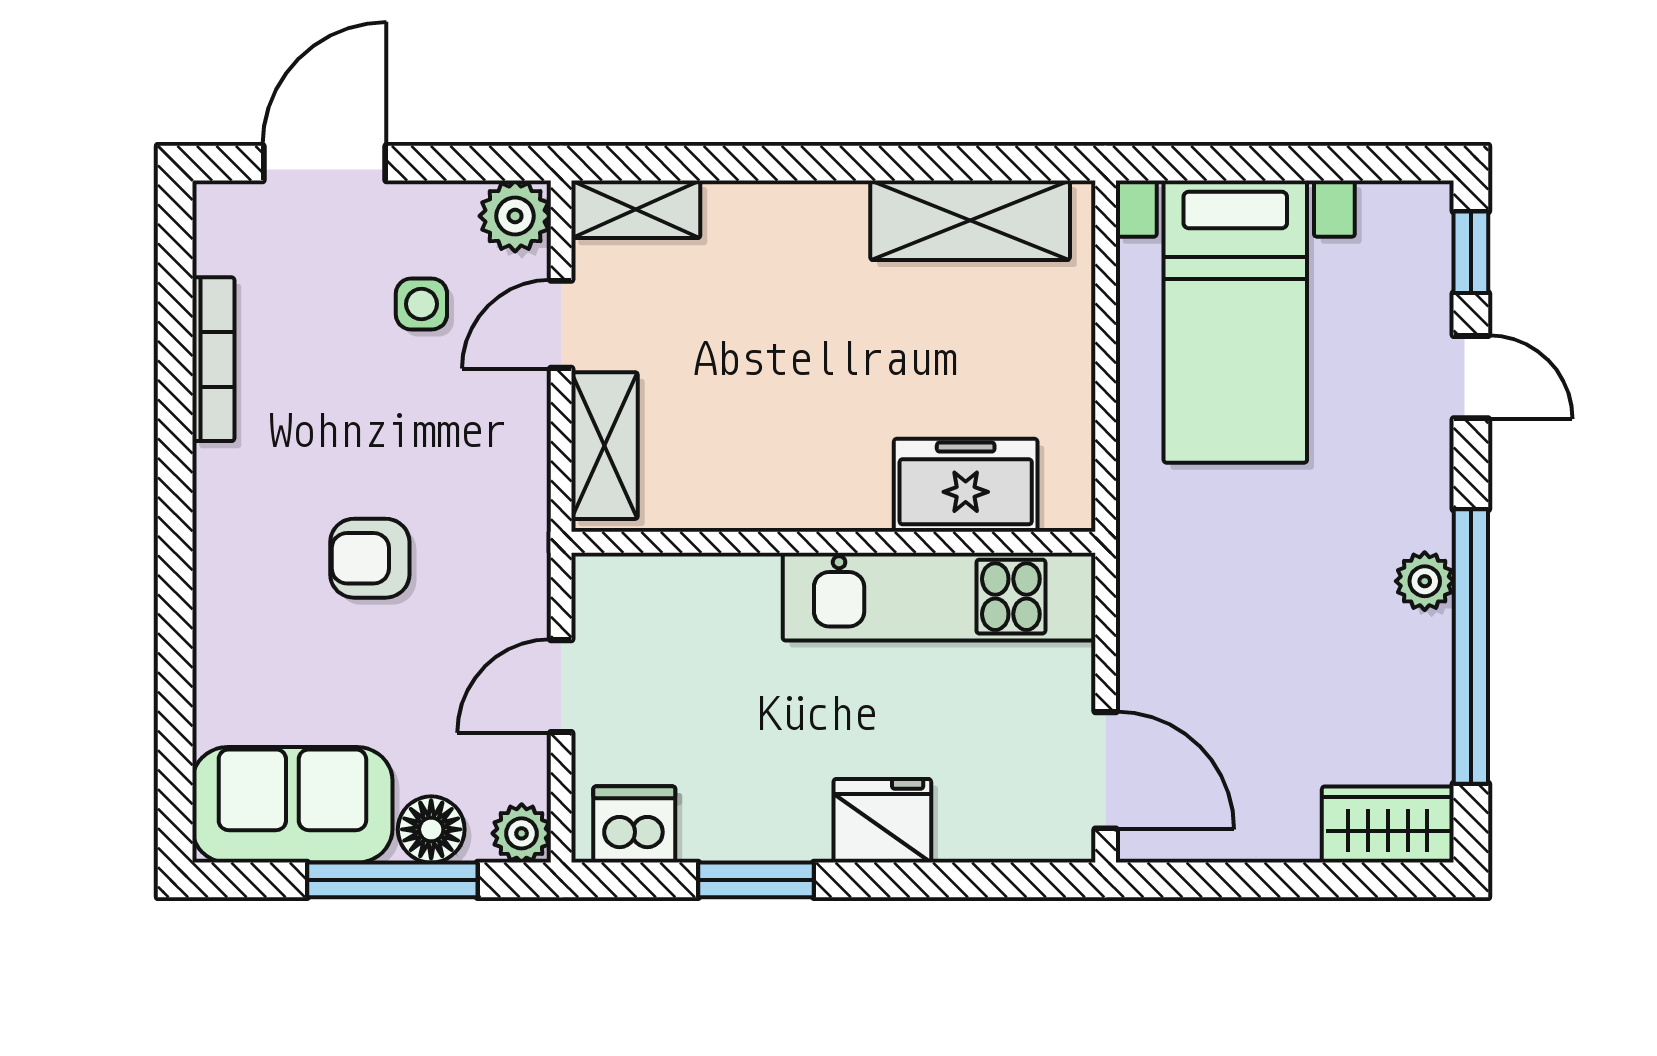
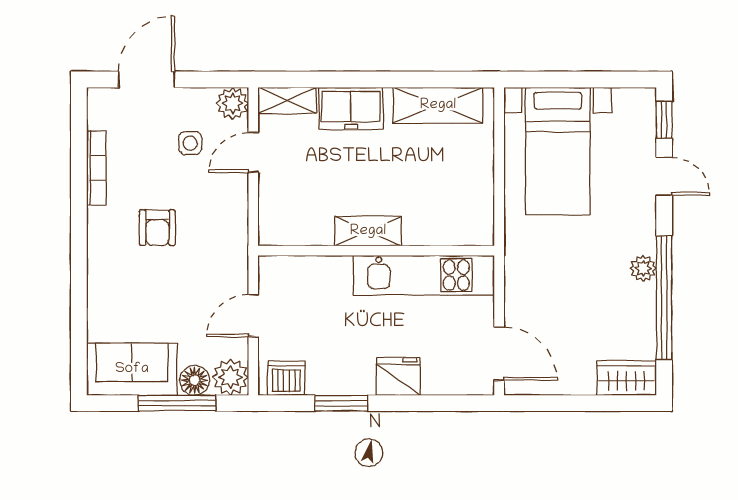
shelving: (605, 446) -> (368, 231), moved, turned 90
freezer: (966, 485) -> (351, 108), moved, turned 180
armchair: (370, 558) -> (157, 228), moved, turned -90
plant: (522, 833) -> (230, 377), width x1.38, depth x1.38

